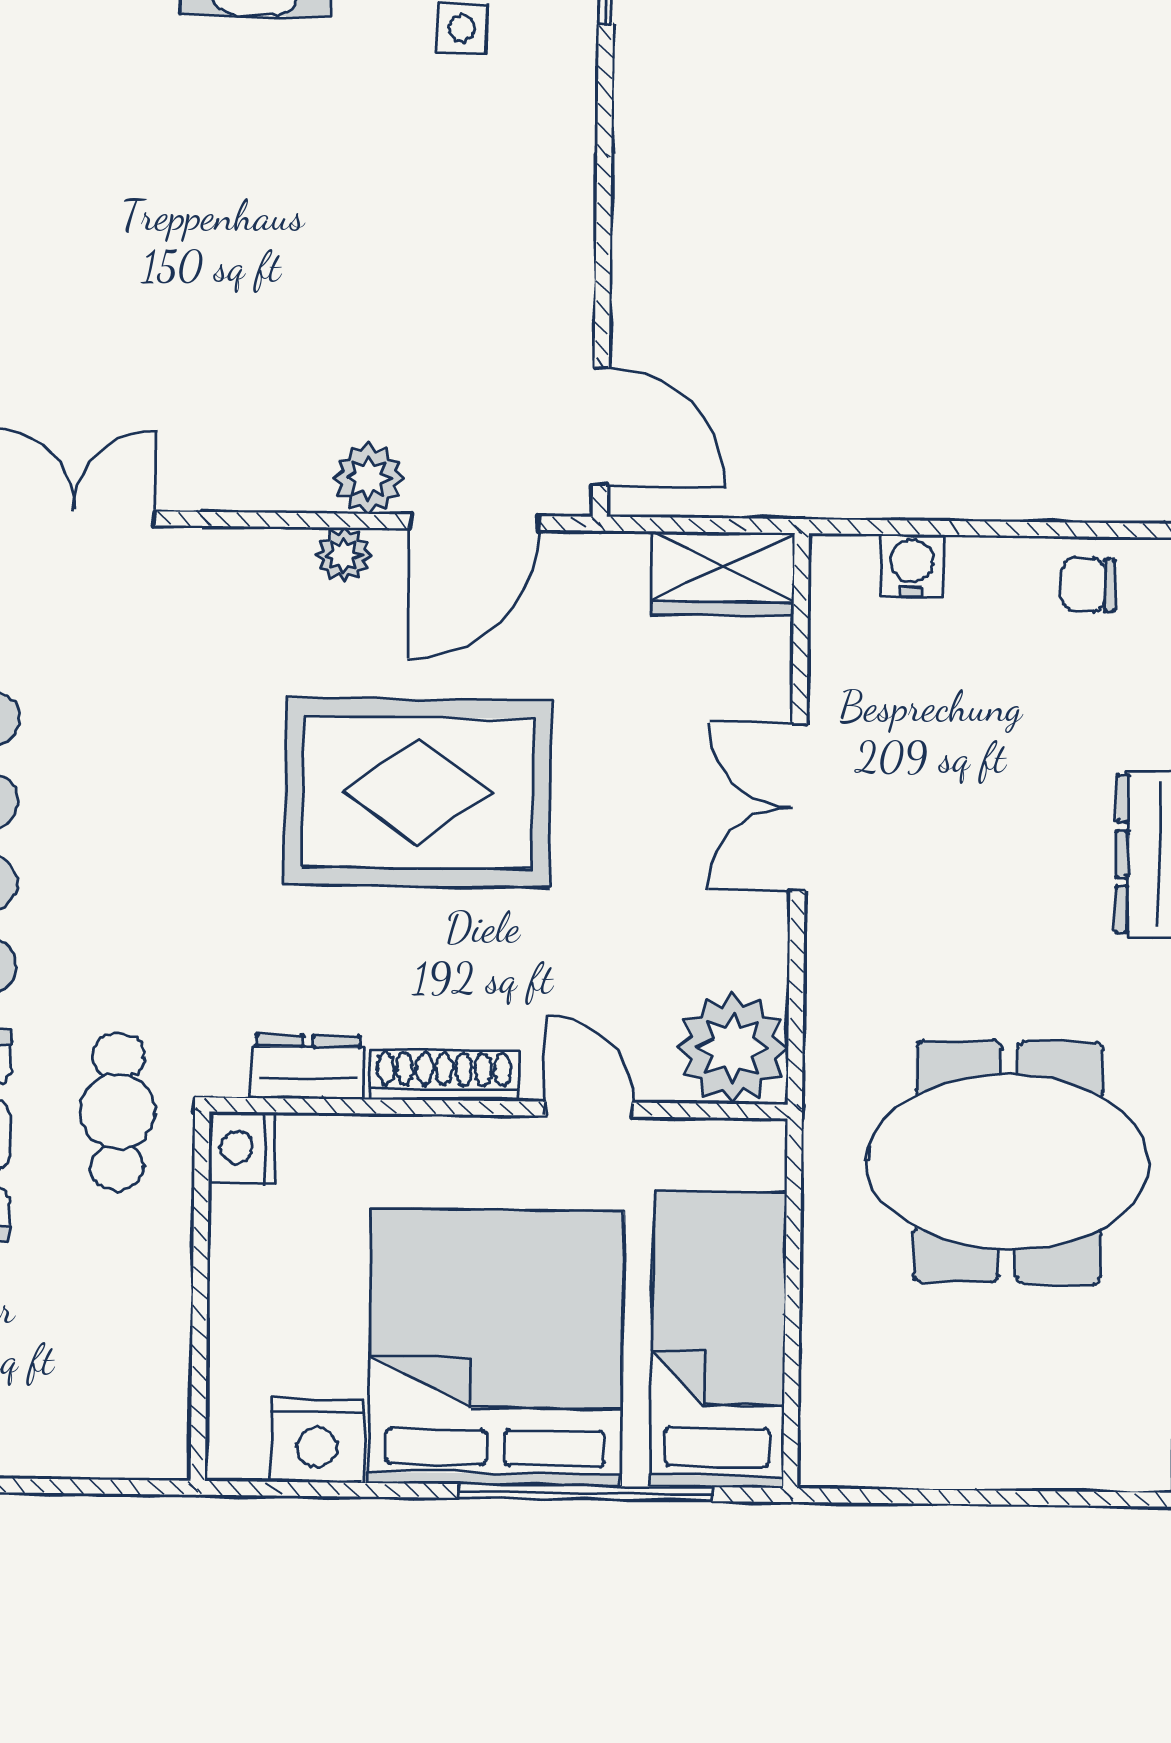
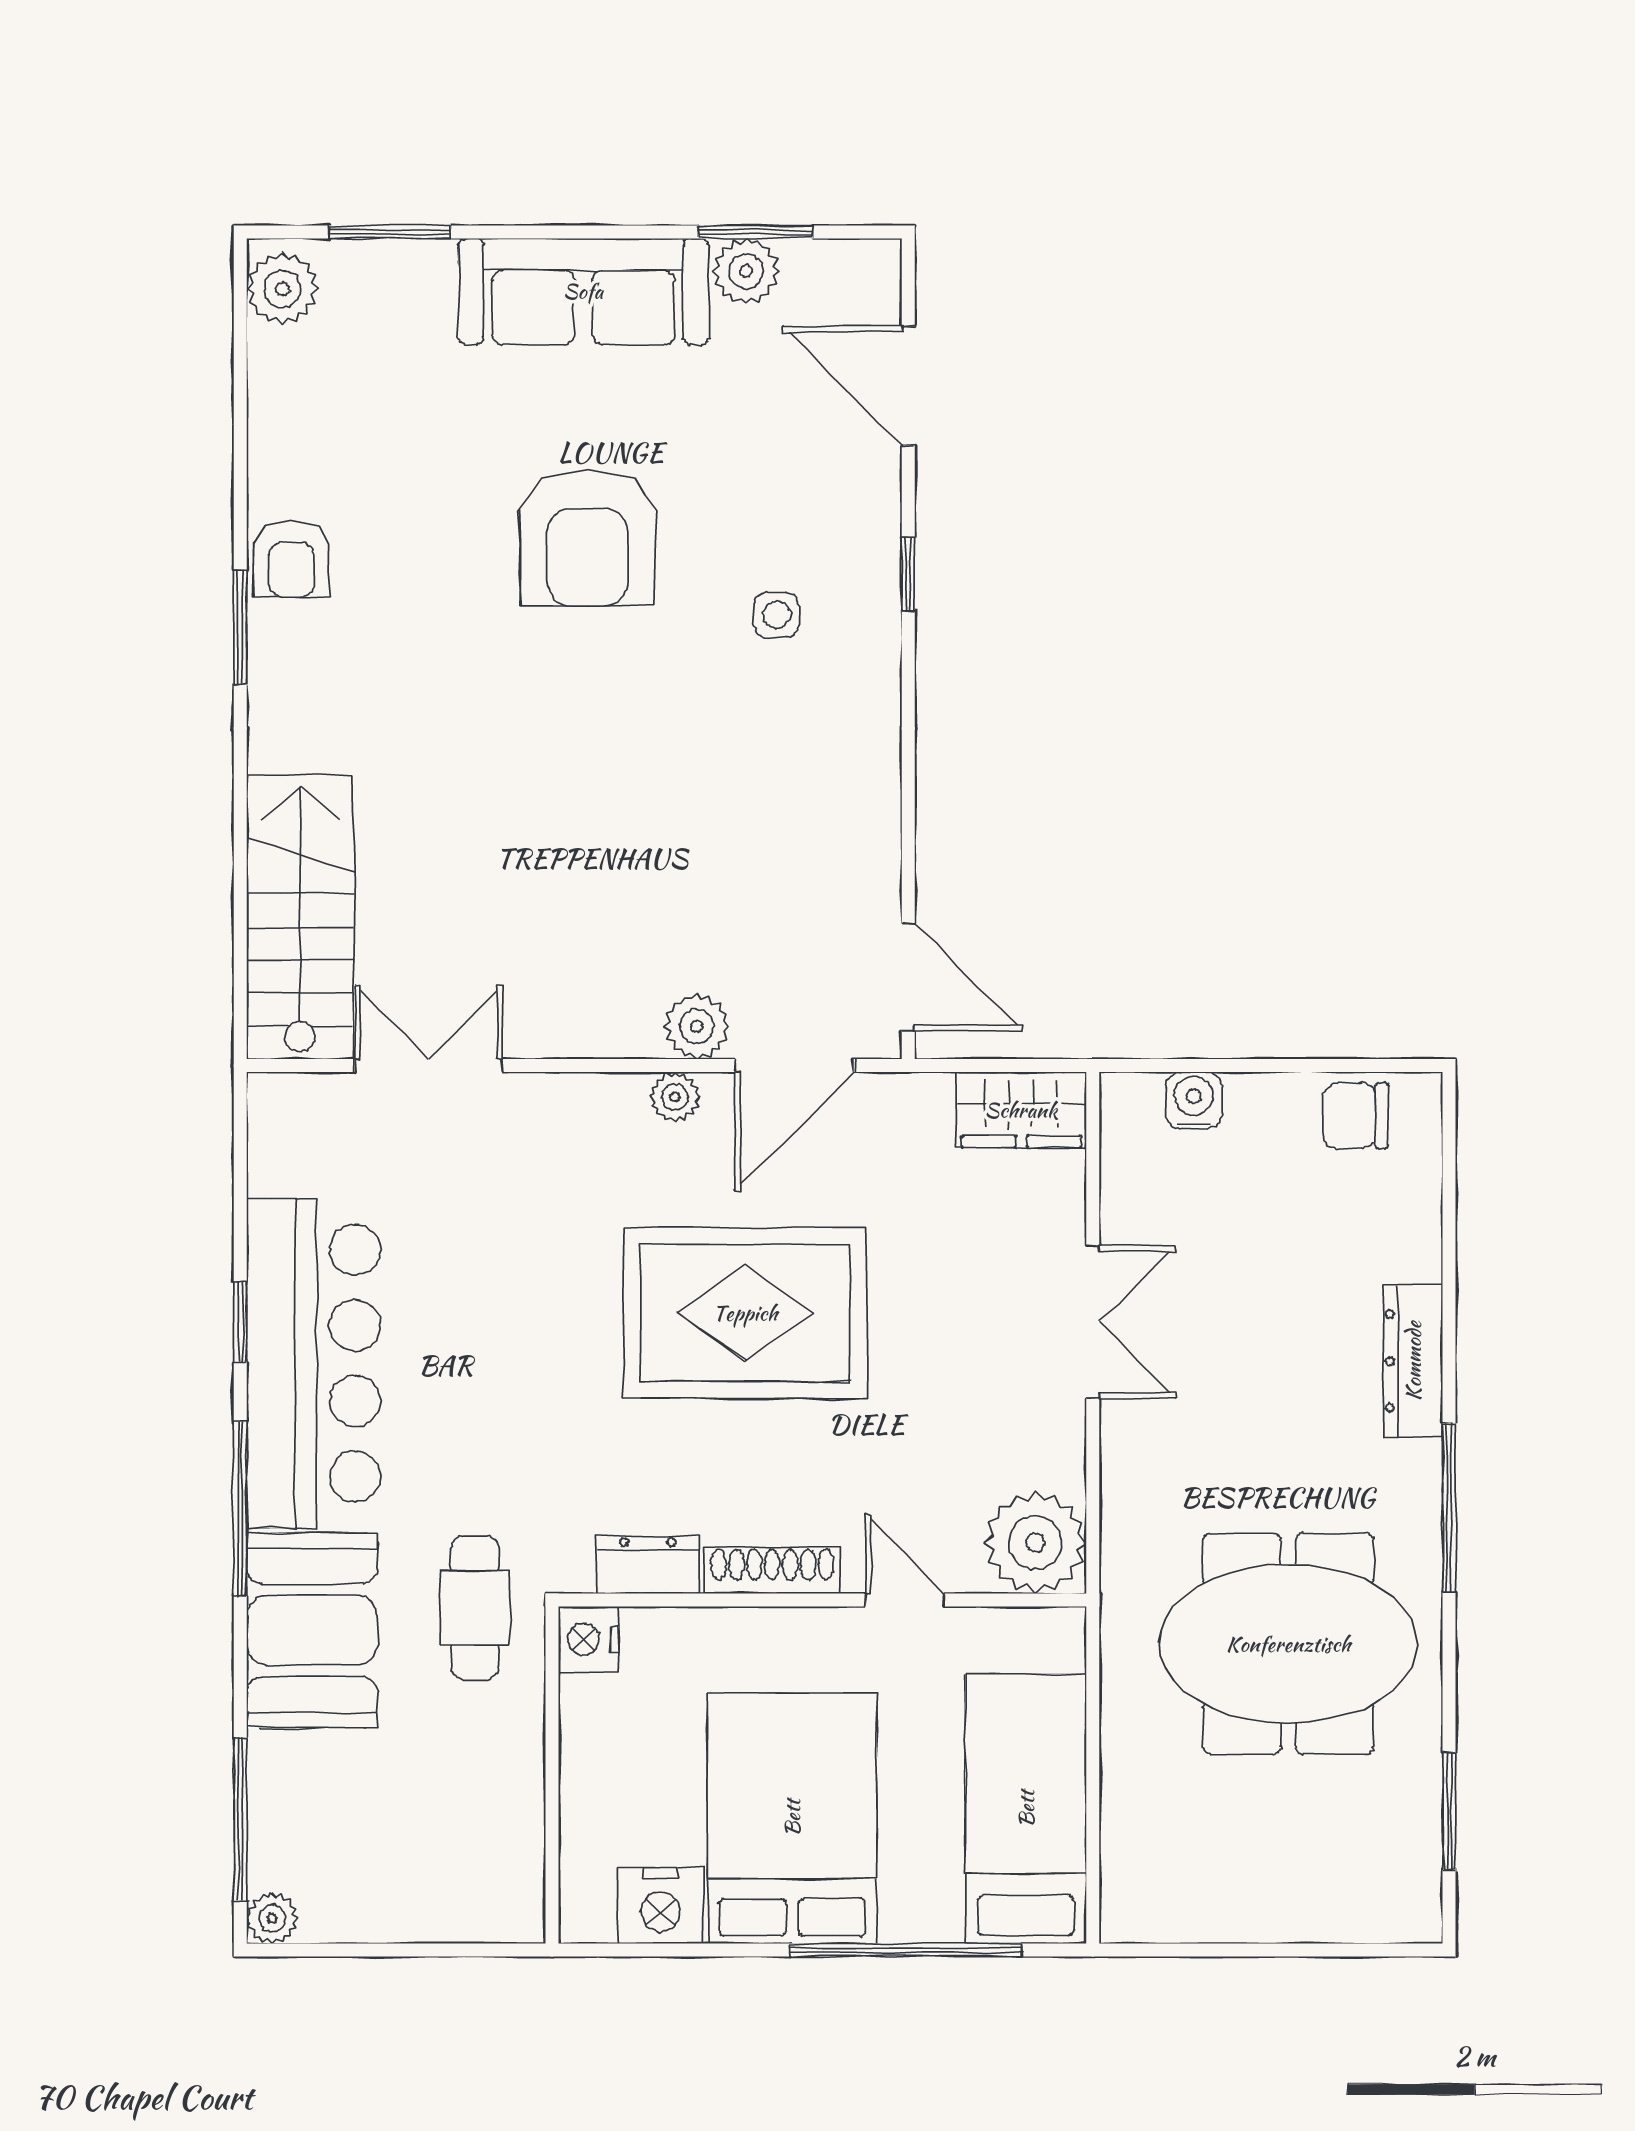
chair: (1089, 585) -> (1355, 1116), width x1.37, depth x1.37
double door: (798, 807) -> (1093, 1322), swing flipped
bed: (496, 1347) -> (792, 1818), width x0.73

